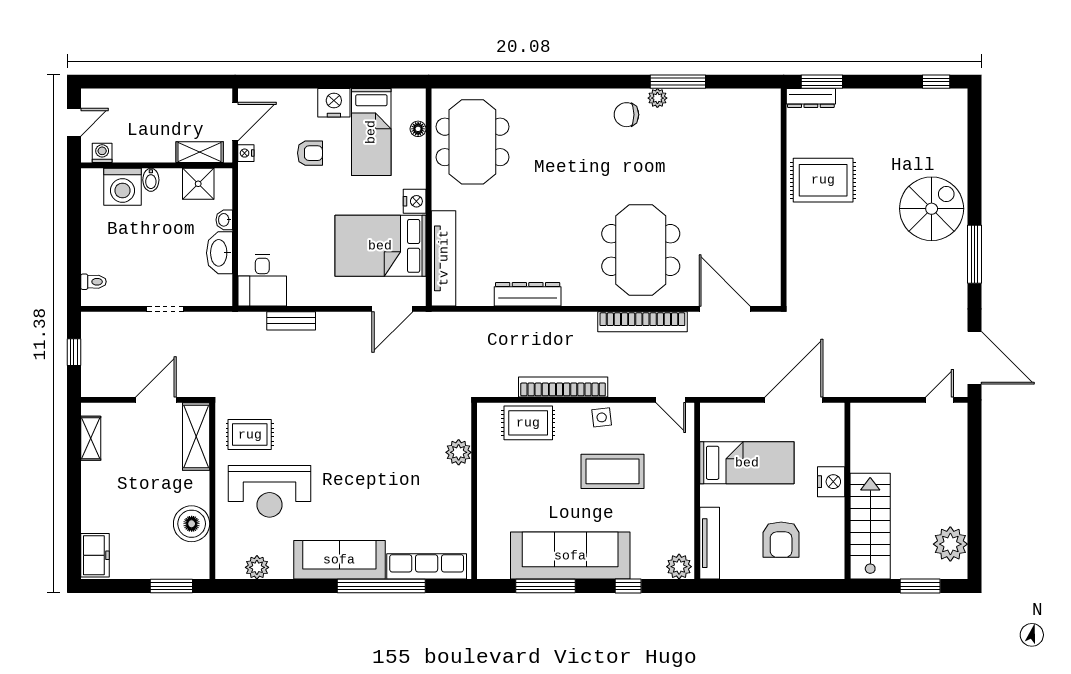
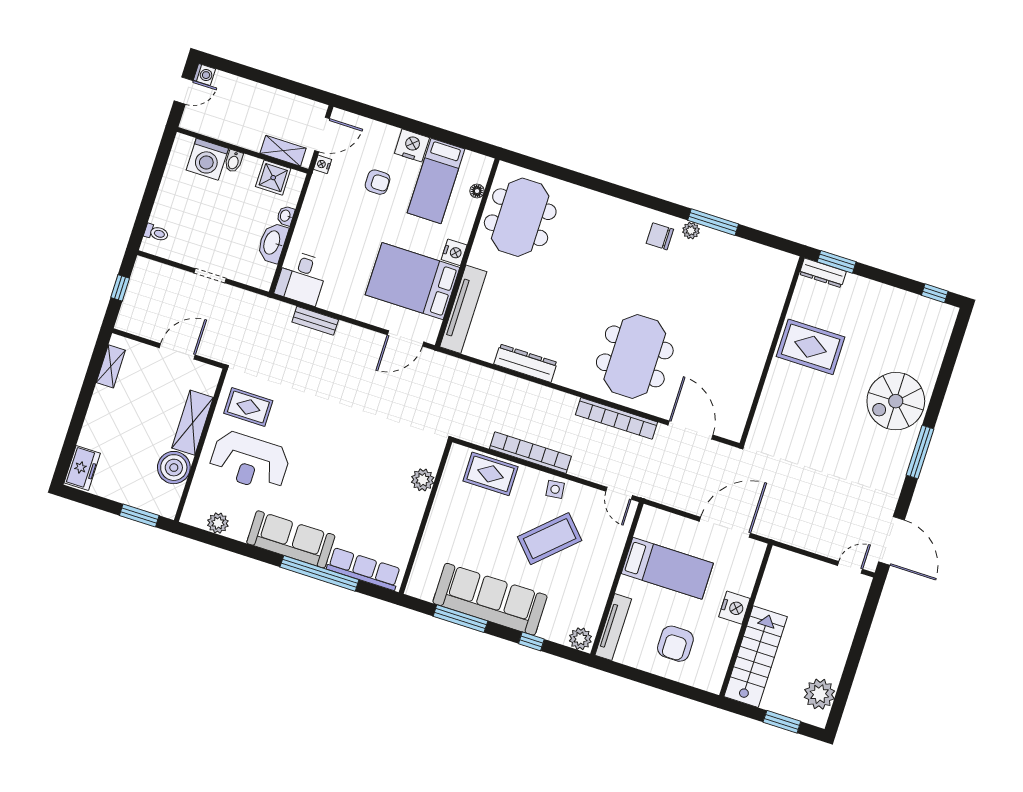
washing machine: (102, 153) -> (204, 75), moved, turned 90
spiral stairs: (932, 209) -> (896, 401), turned 180
shelving: (196, 436) -> (192, 423), moved
coffee table: (613, 471) -> (550, 539), turned -43

